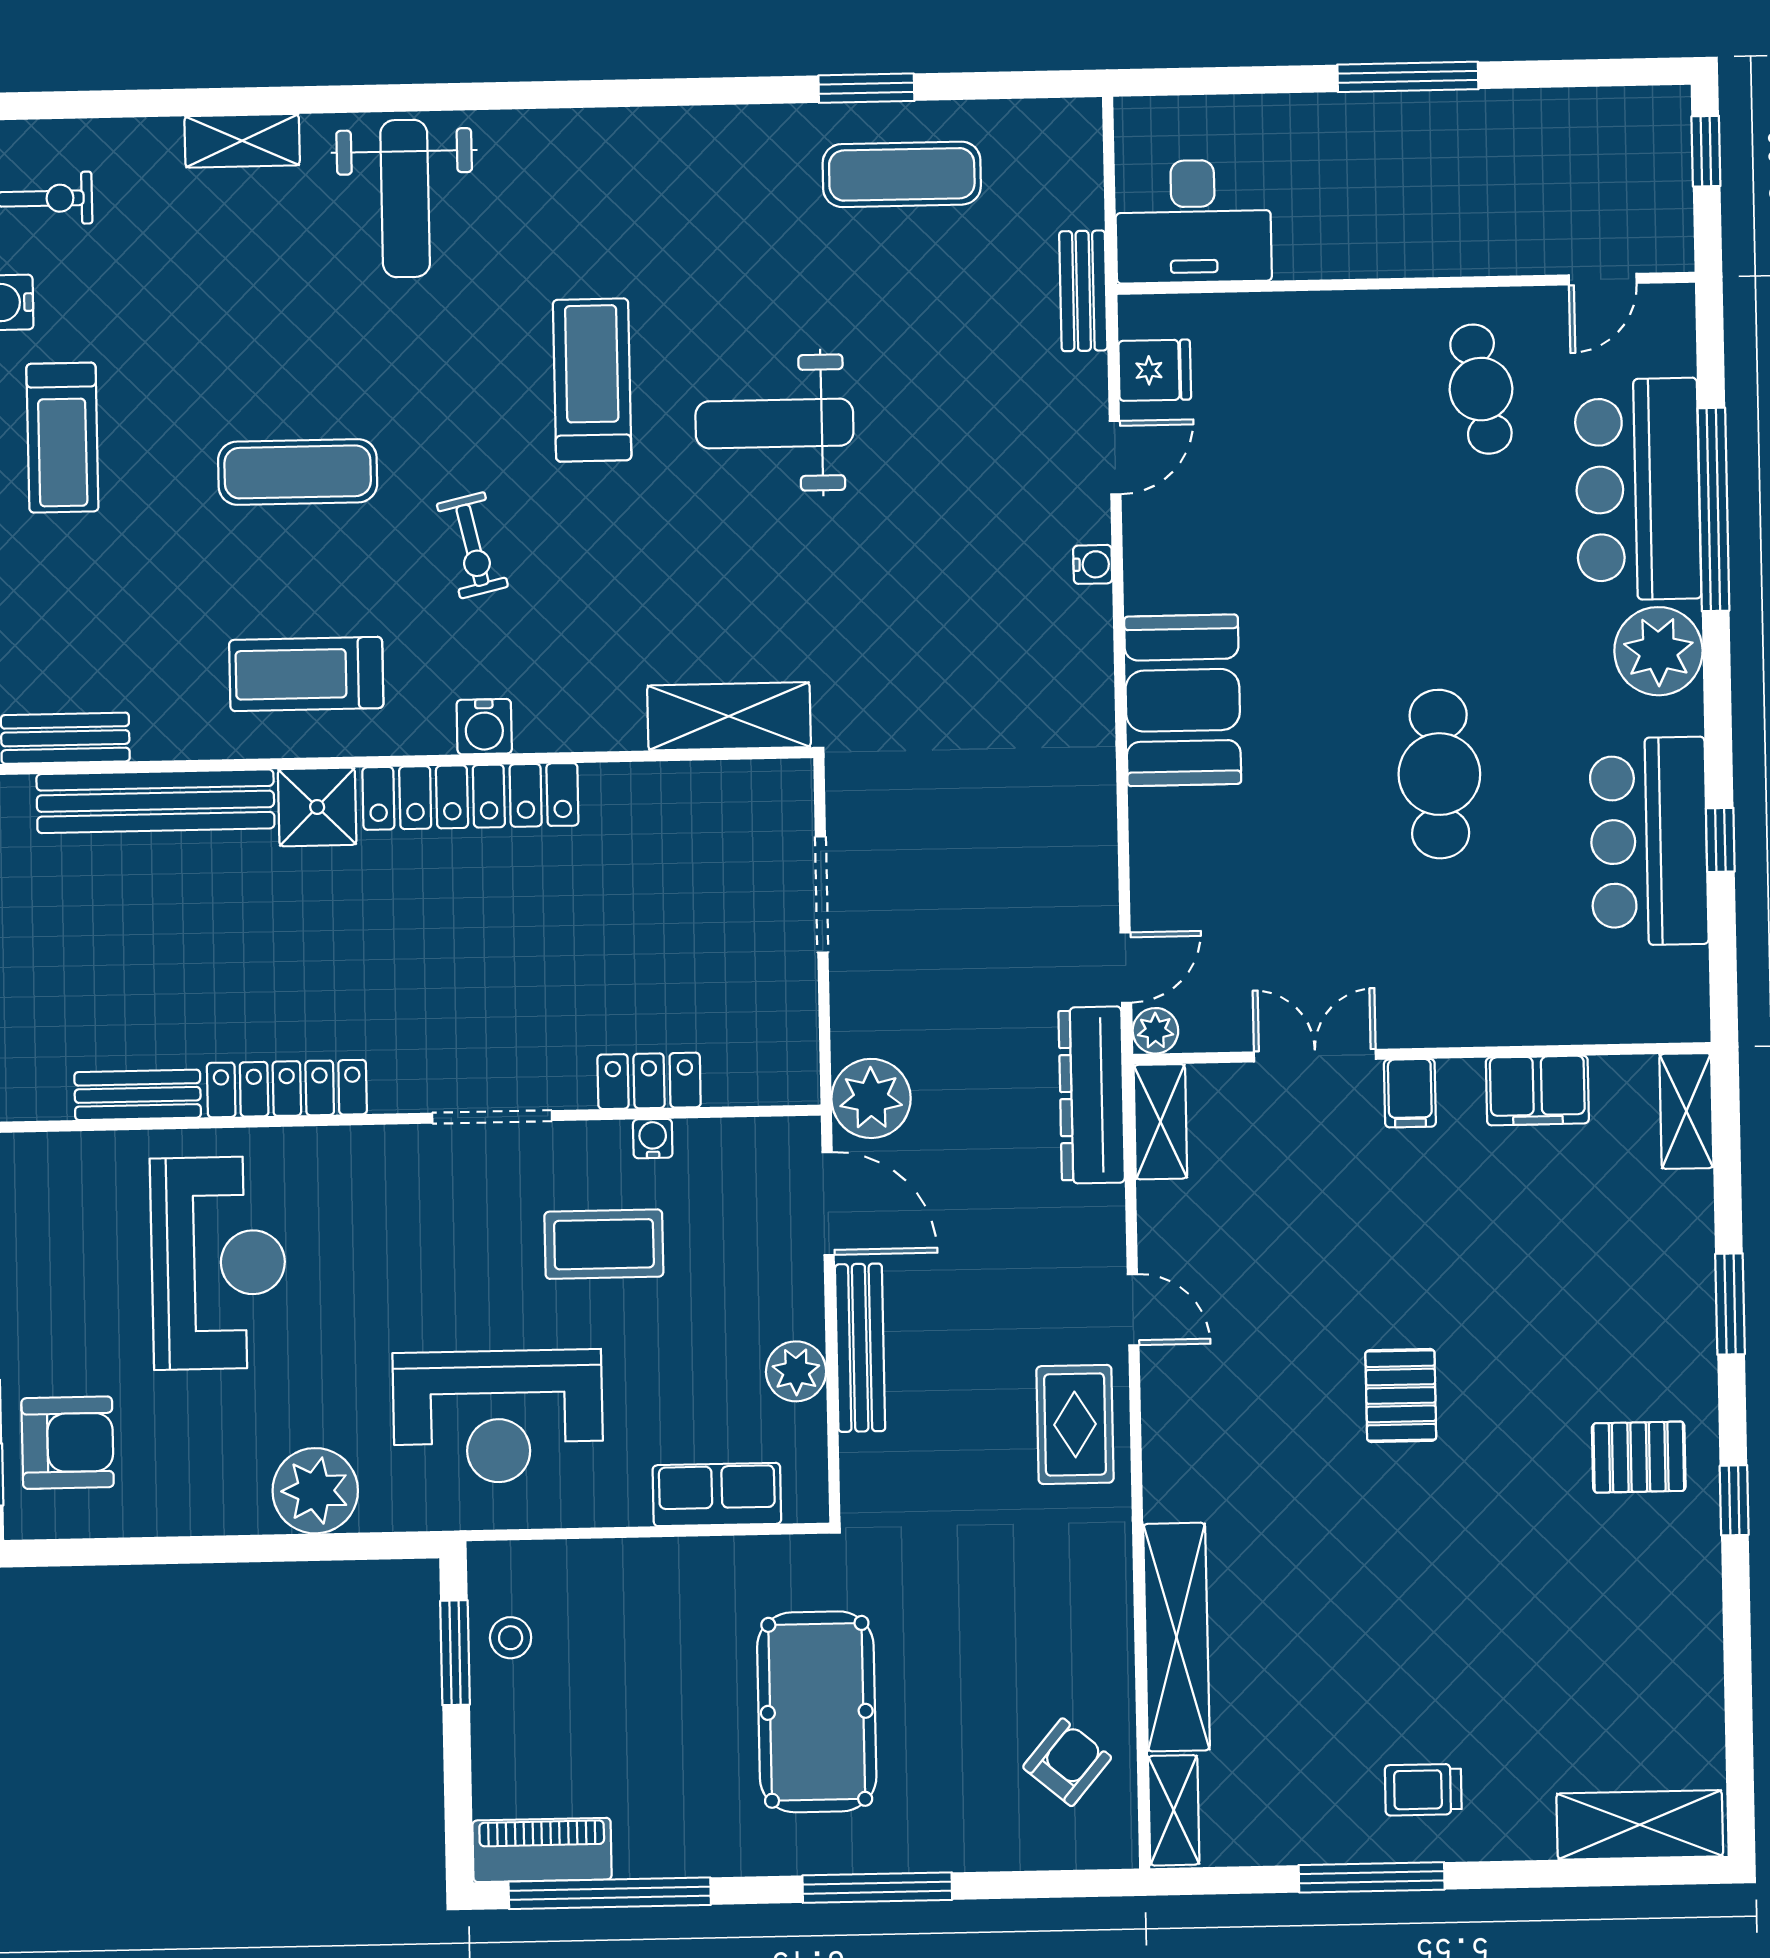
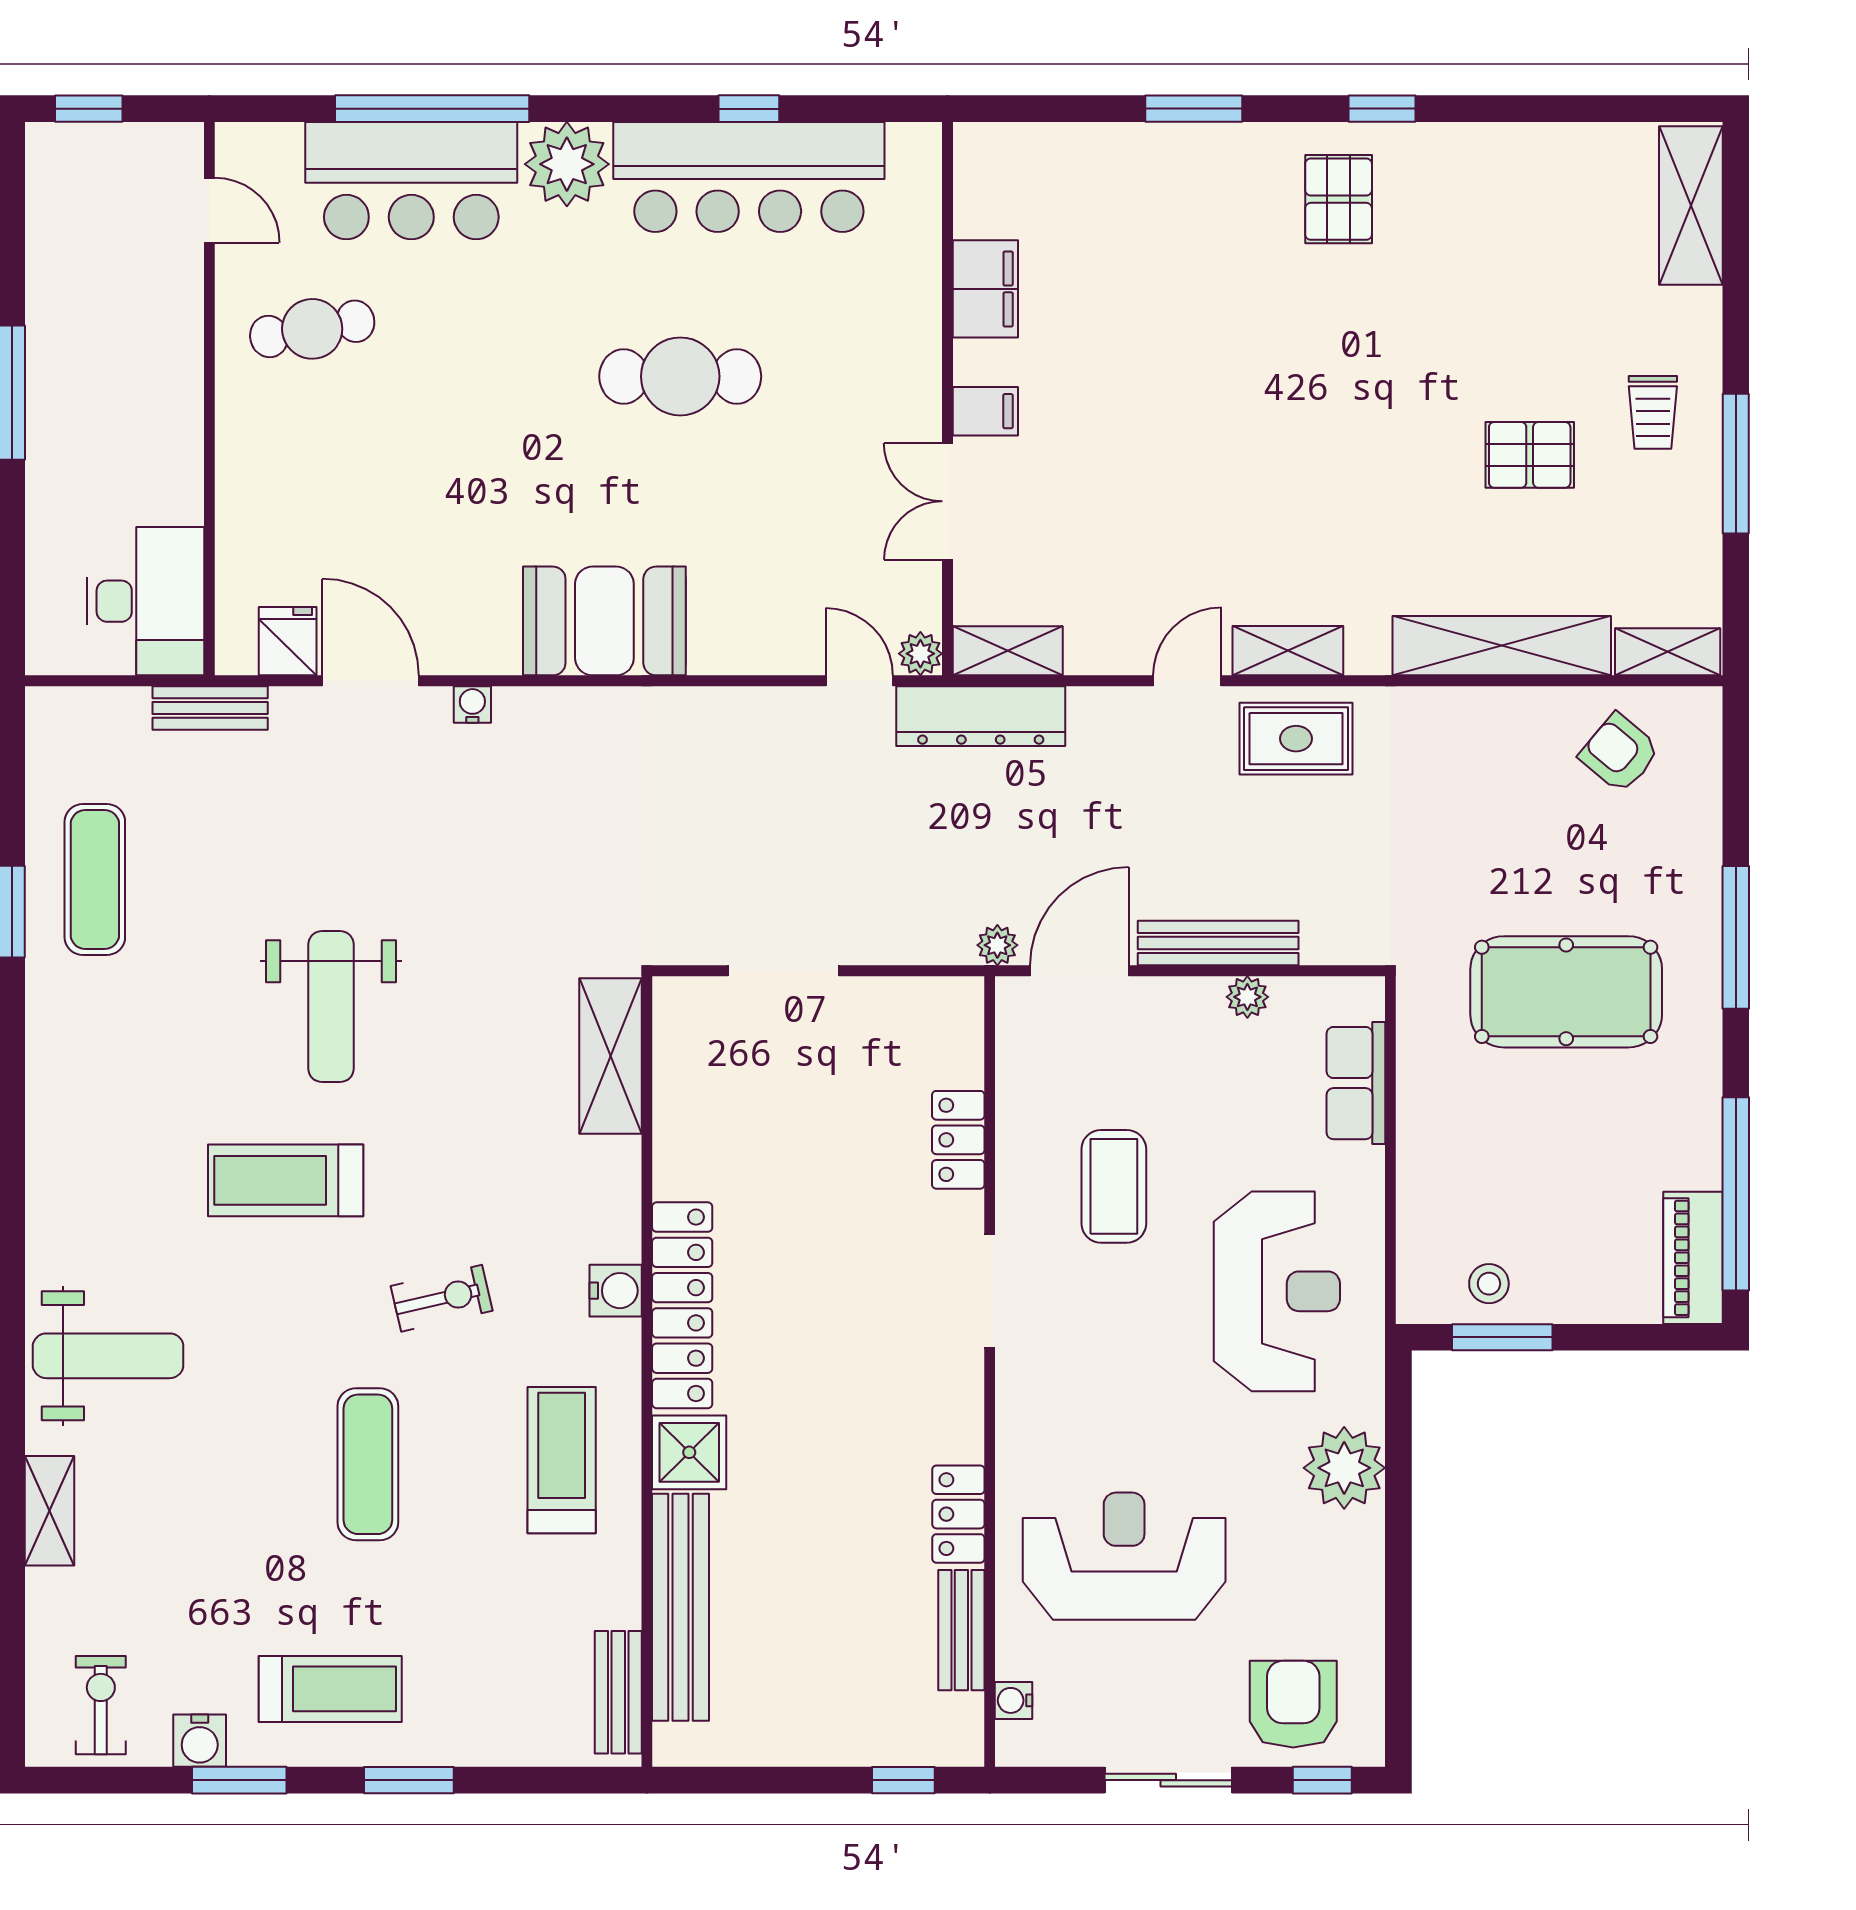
door: (1115, 458) -> (371, 681), width x1.38
treadmill: (306, 674) -> (562, 1460), turned 180
bar counter: (1649, 841) -> (749, 177), width x1.36
locker: (287, 1089) -> (958, 1514), width x0.66
plant: (871, 1098) -> (997, 945), width x0.53, depth x0.53
shelving: (1686, 1111) -> (1288, 651), moved
water cooler: (653, 1139) -> (1014, 1700), moved
plant: (796, 1371) -> (1247, 997), width x0.73, depth x0.73
pallet: (1401, 1395) -> (1530, 455), moved

